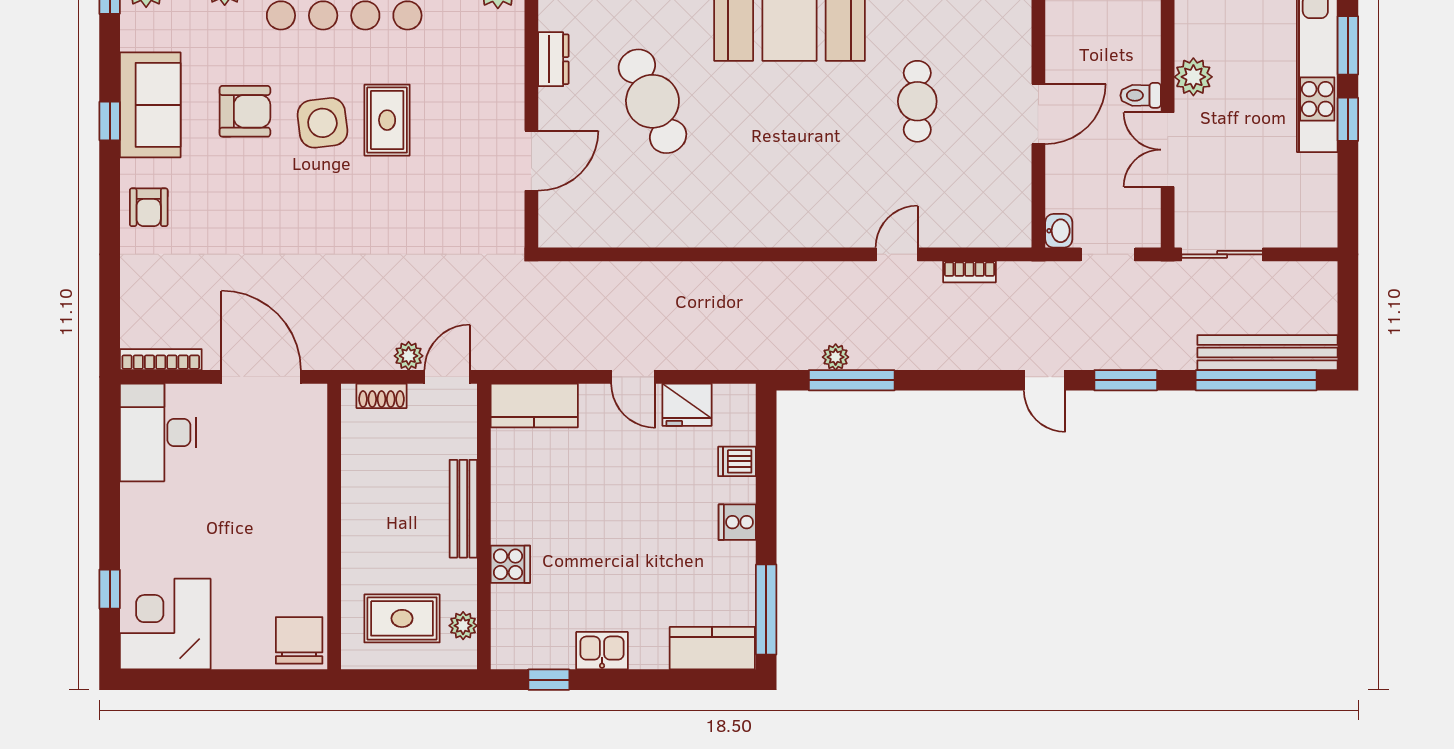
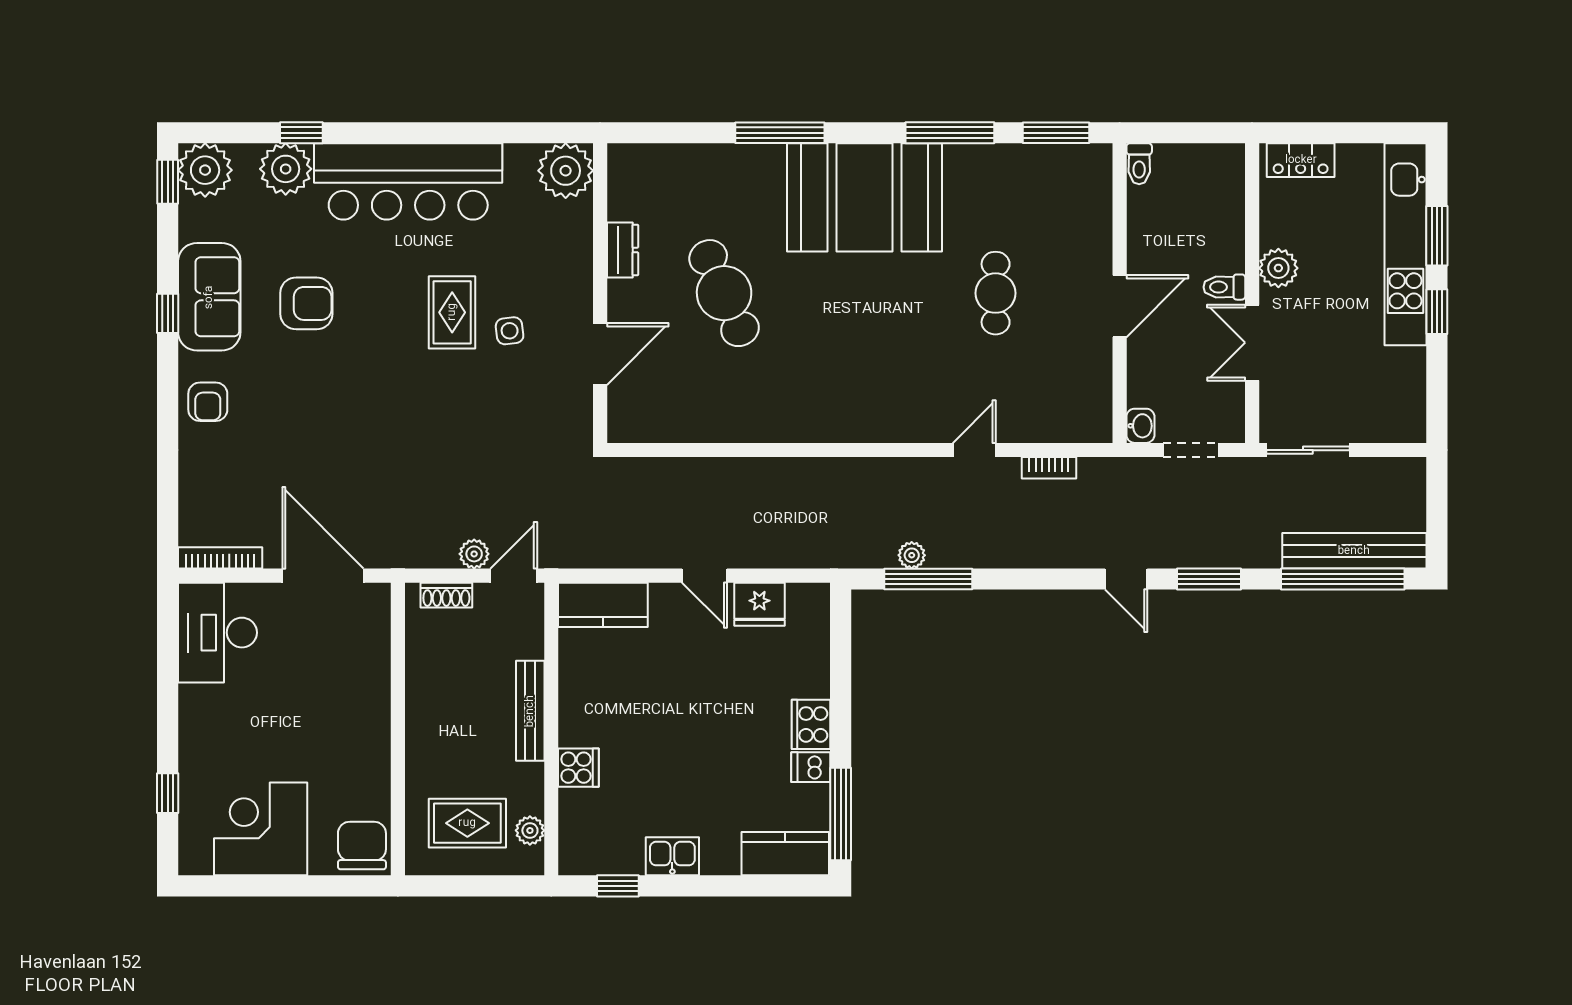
side table: (322, 123) -> (510, 331), moved, width x0.54, depth x0.54
dishwasher: (737, 461) -> (811, 767), moved
cooker: (737, 522) -> (811, 724), width x1.36
corner desk: (165, 624) -> (261, 829), moved

